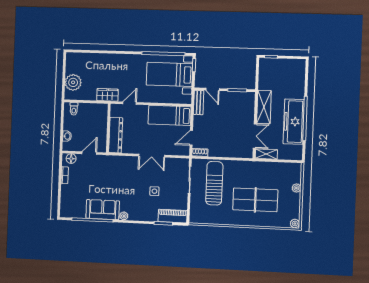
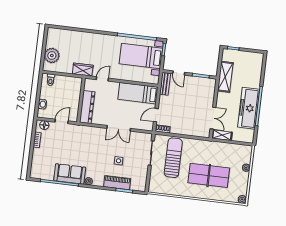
shelving: (264, 107) -> (225, 77), moved
piano: (173, 216) -> (117, 183), moved

